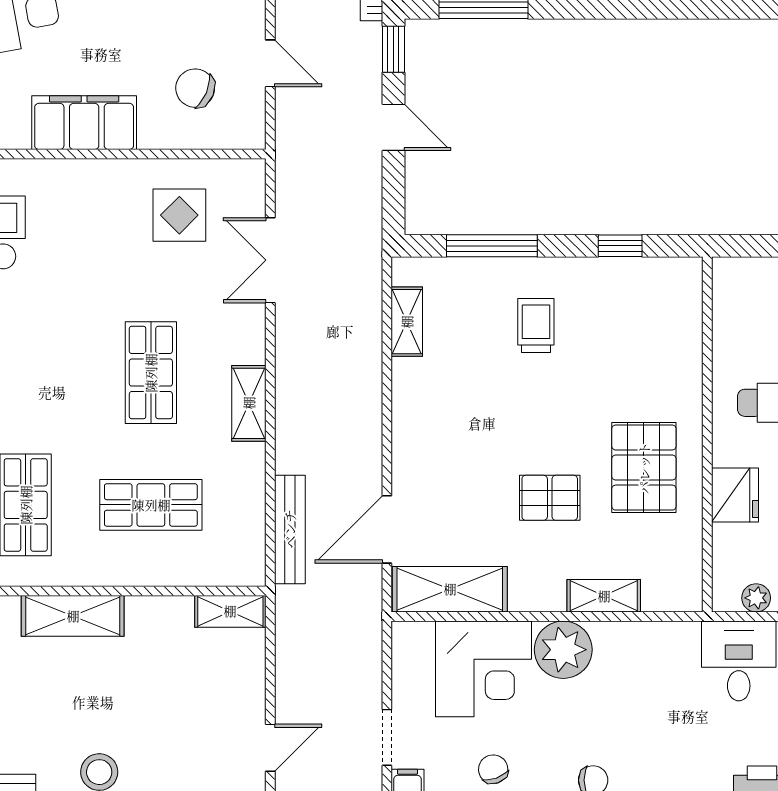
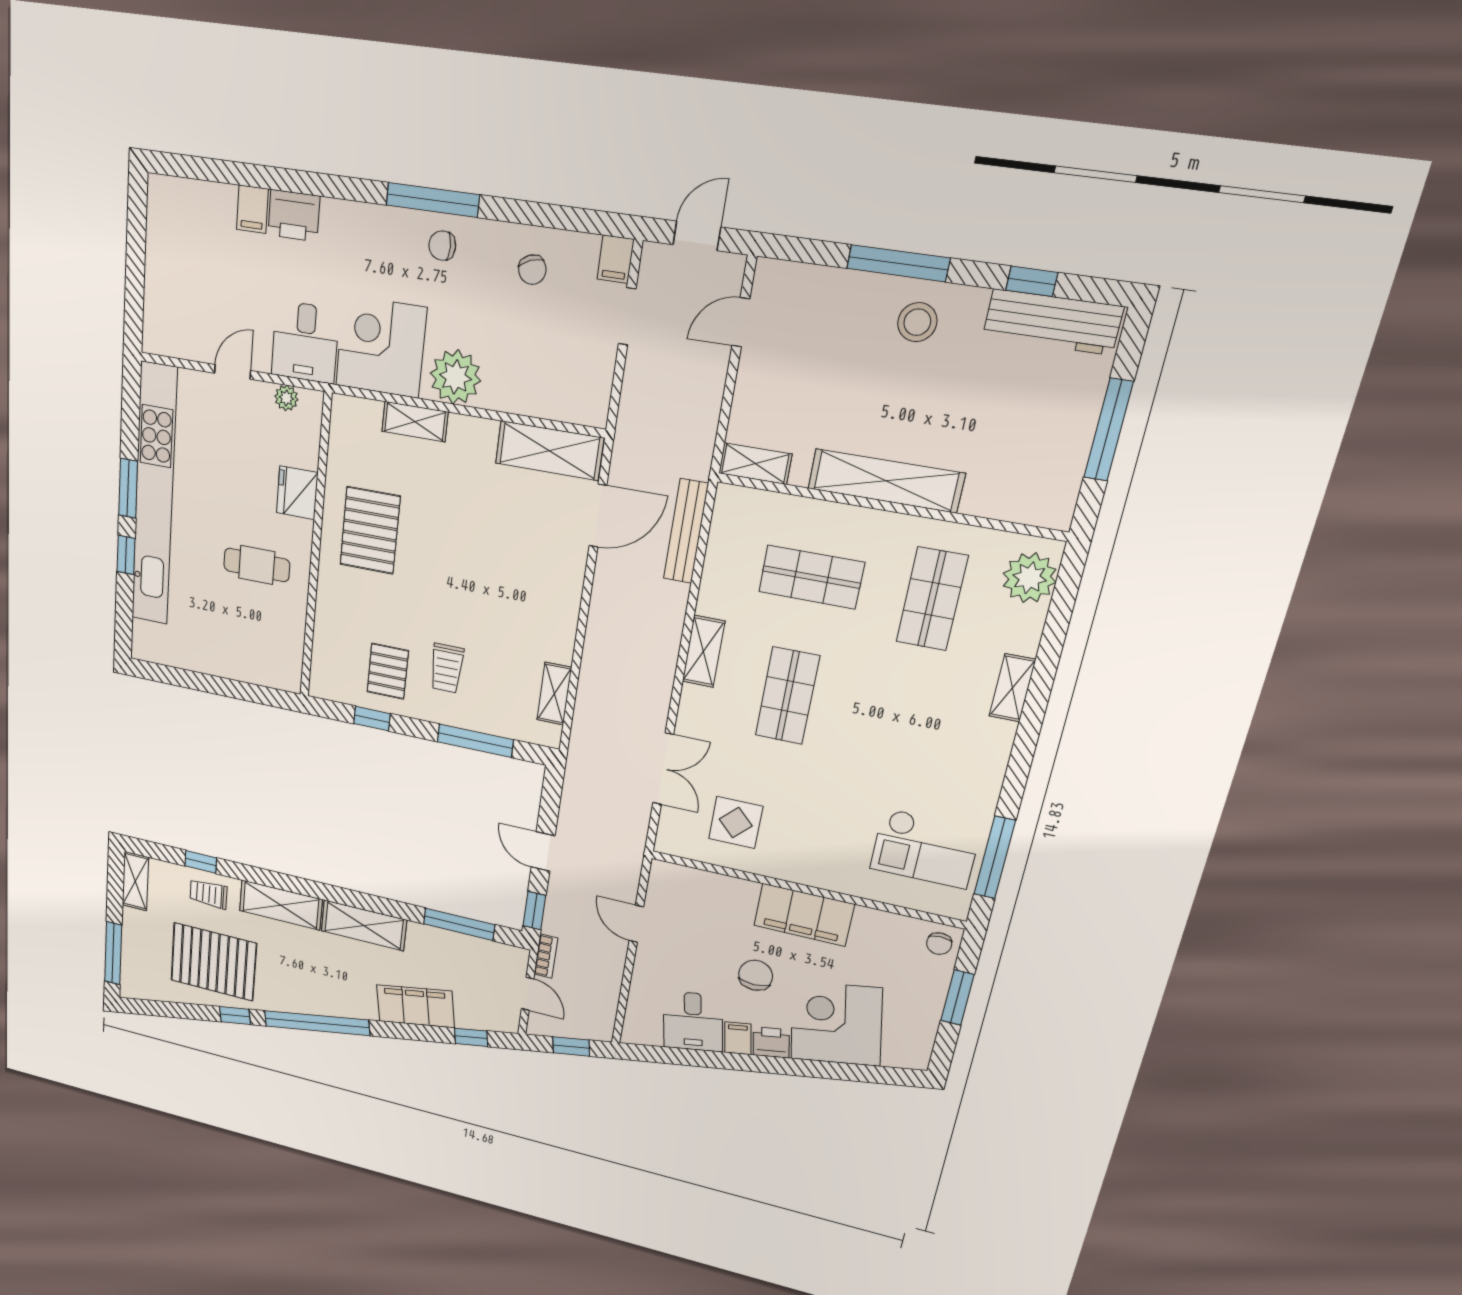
chair: (195, 88) -> (756, 975), moved, turned -113
pallet: (550, 498) -> (388, 671), moved, turned 90
shelving: (73, 616) -> (886, 481), width x1.47
corner desk: (484, 669) -> (381, 347), moved

